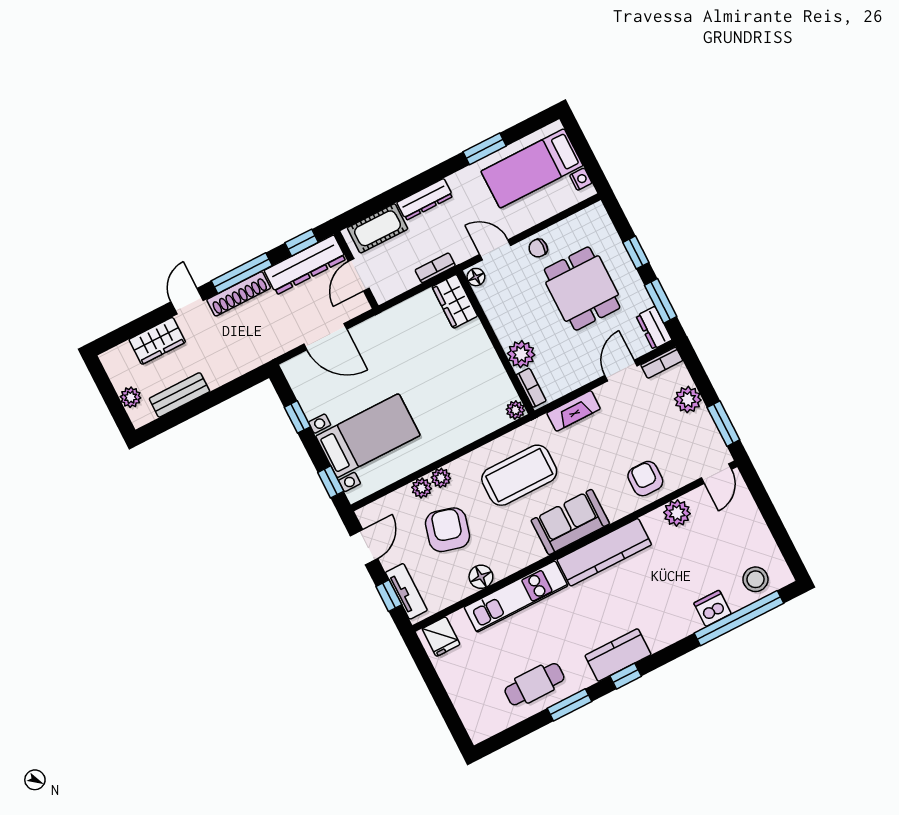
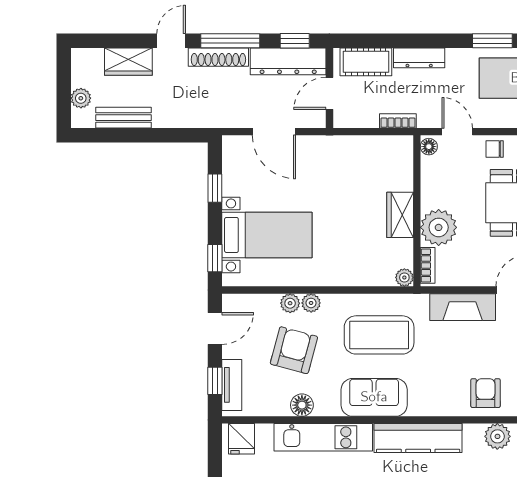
wardrobe: (455, 301) -> (400, 215), moved
plant: (521, 354) -> (439, 227), width x1.36, depth x1.36
fireplace: (574, 411) -> (463, 307), width x1.37, depth x1.32
sofa: (570, 522) -> (374, 397), moved

